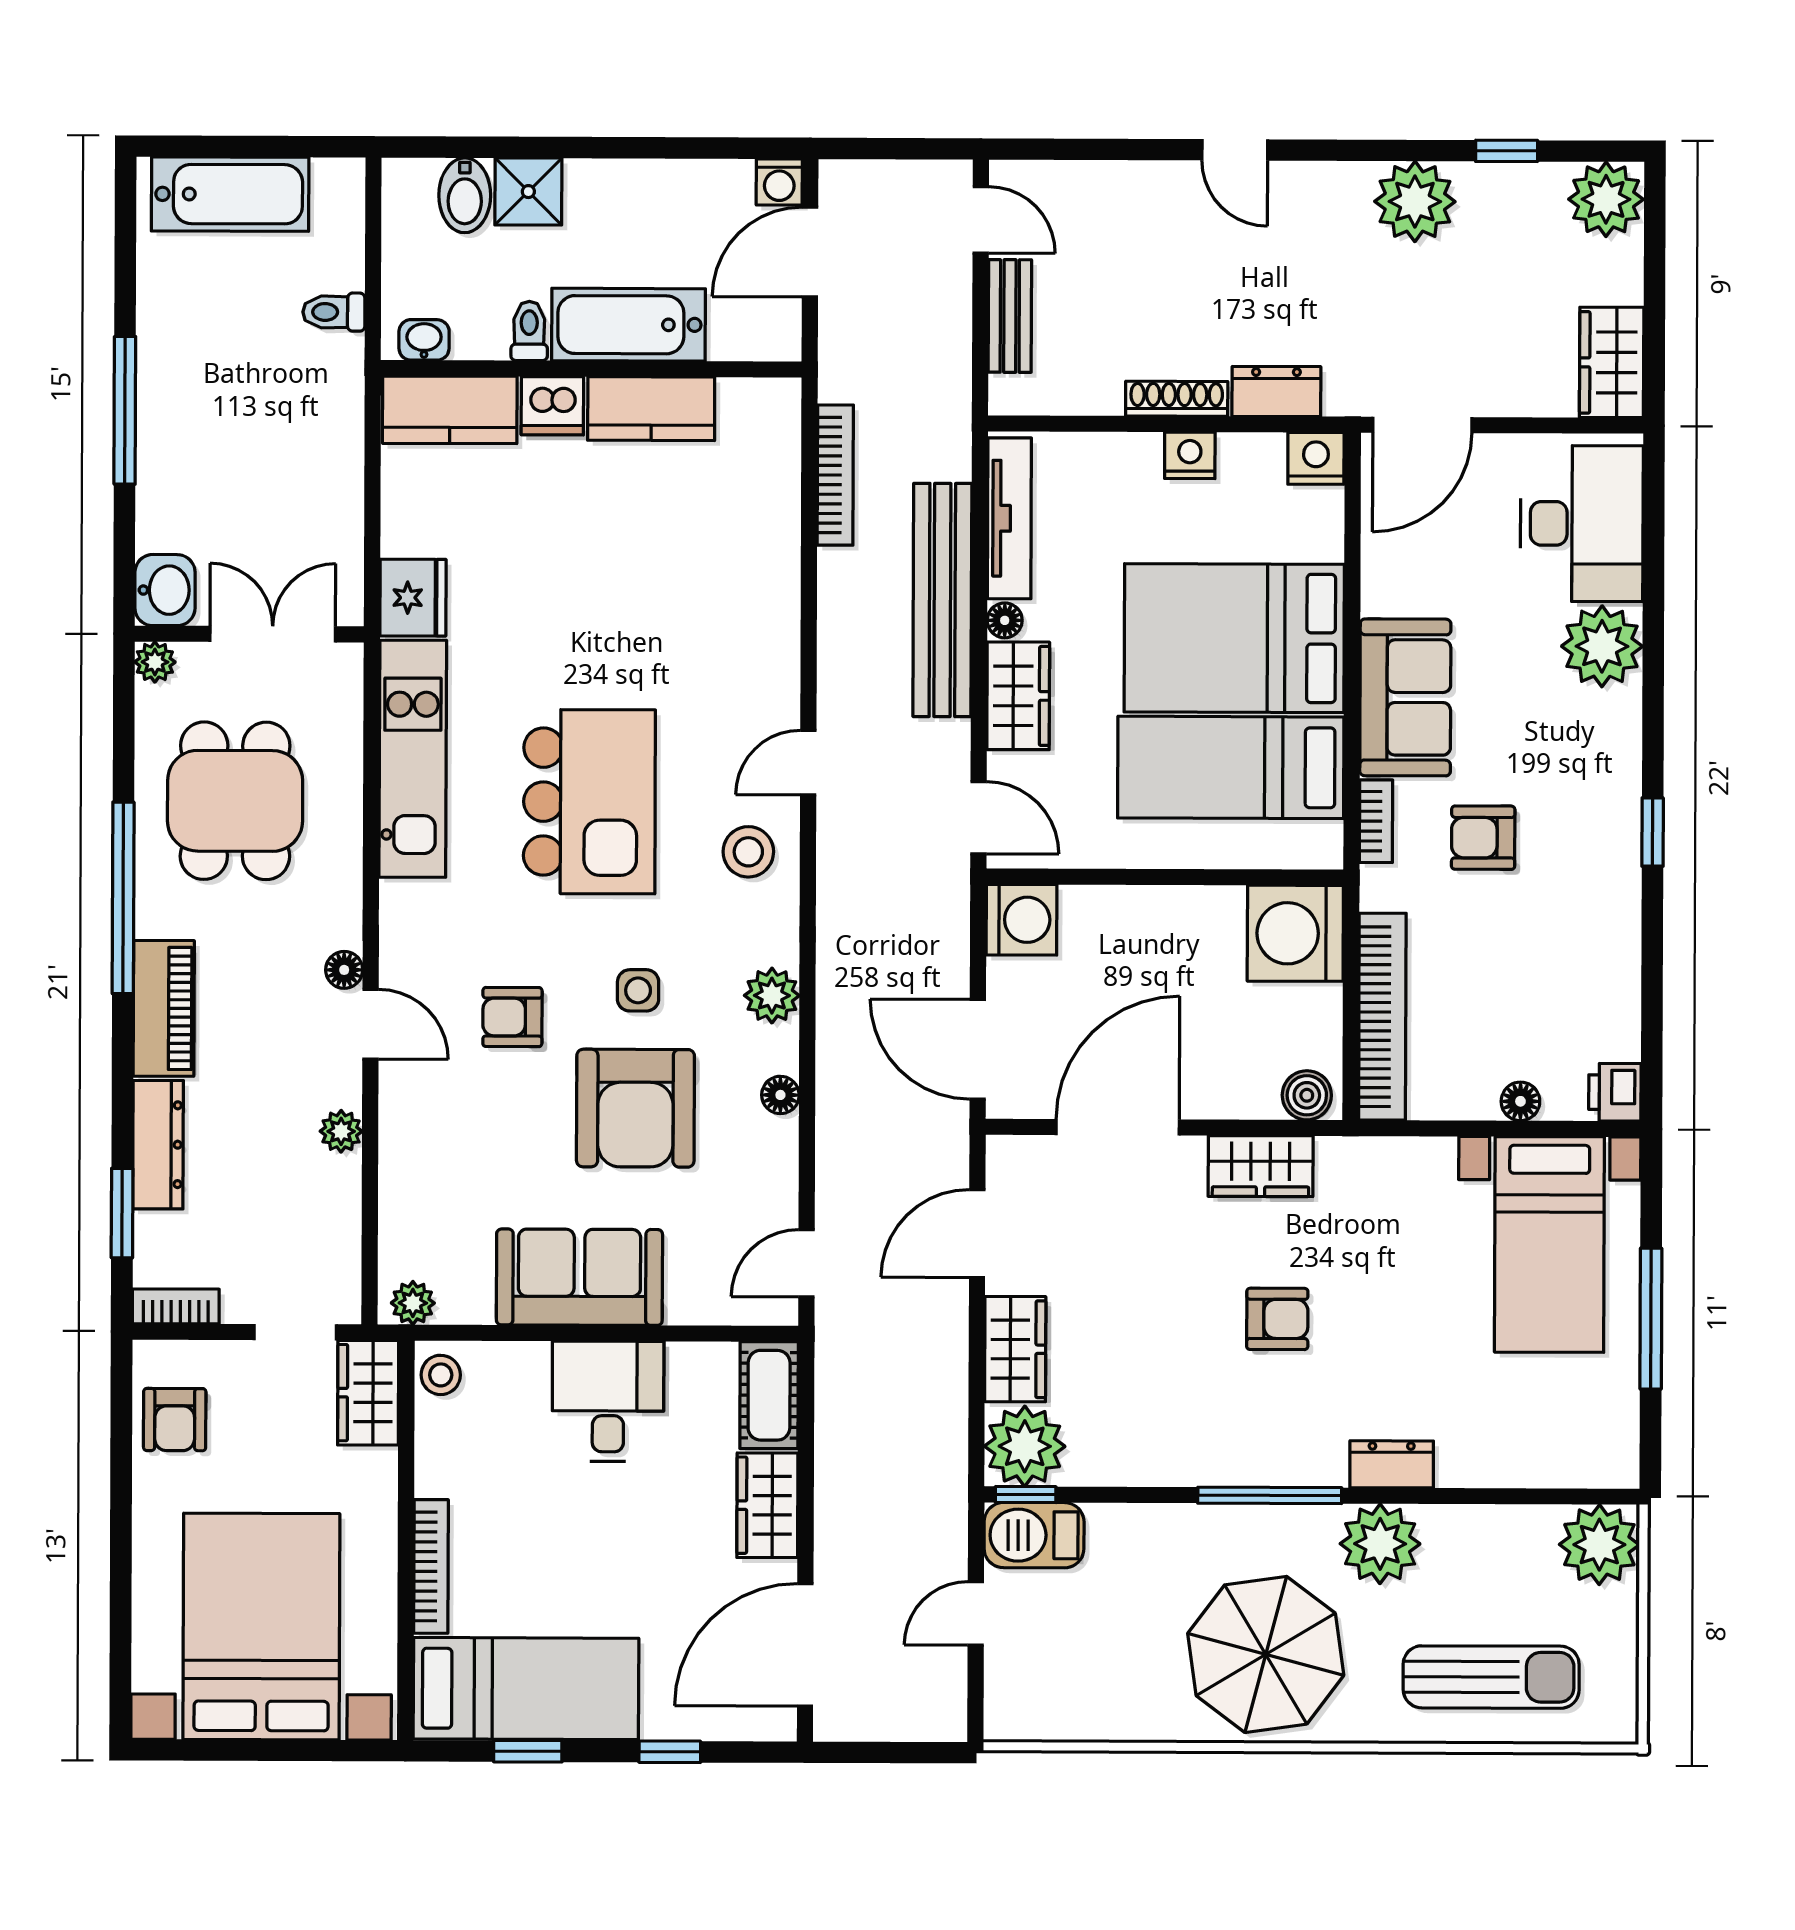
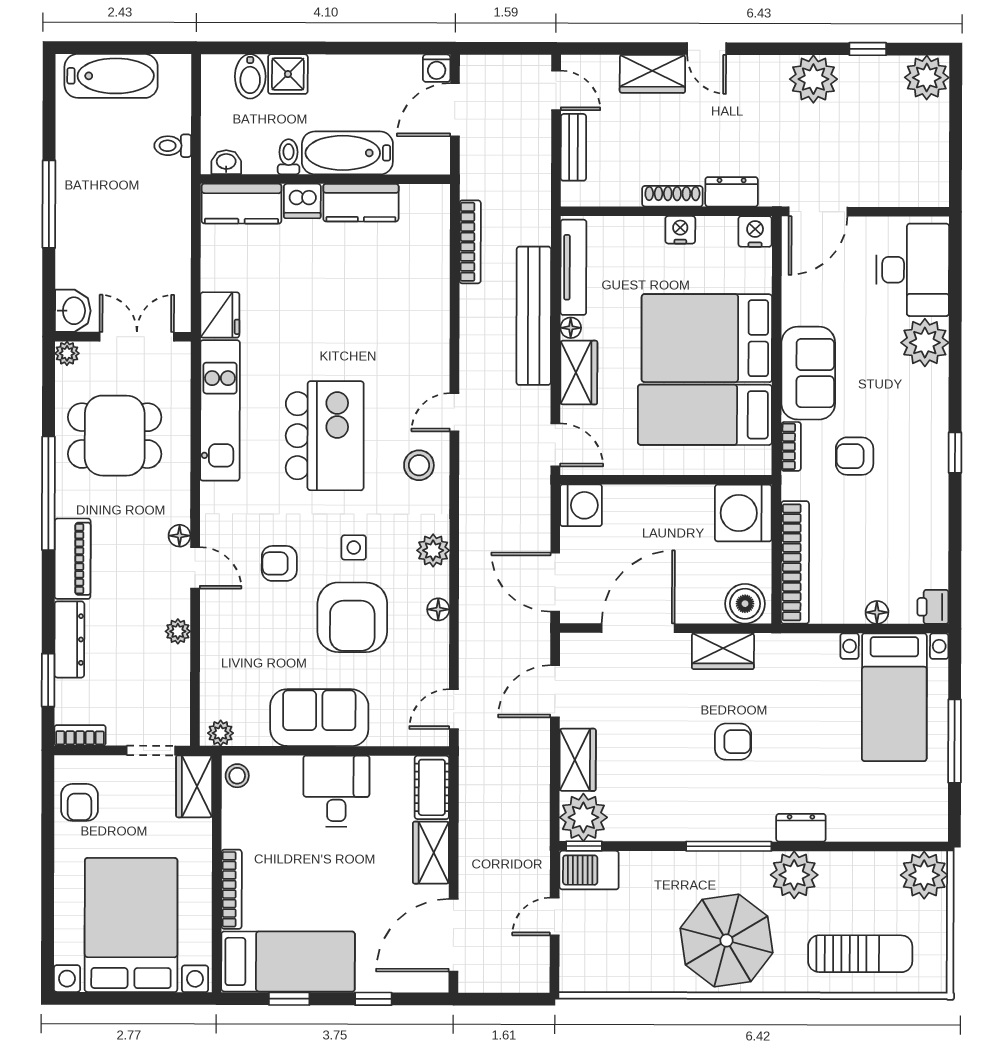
wardrobe: (1612, 362) -> (652, 74), moved, turned -90
dining table: (235, 801) -> (115, 436), turned 90
boiler: (1307, 1095) -> (745, 604), width x1.36, depth x1.36

